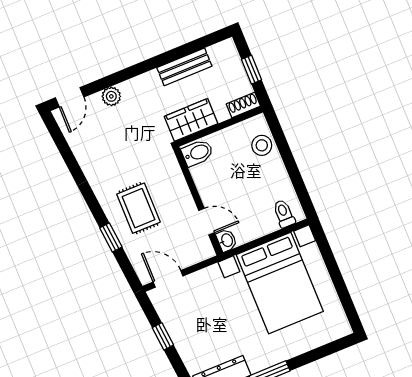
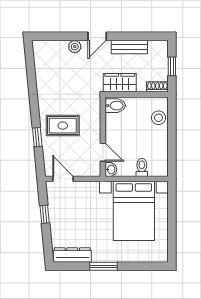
door: (70, 97) -> (97, 36), moved
rug: (138, 208) -> (63, 126), turned 90
toilet: (284, 214) -> (142, 167), moved

